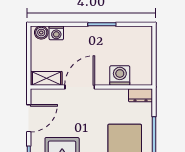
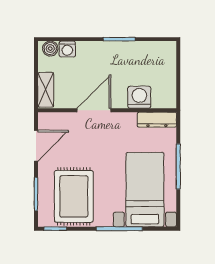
shelving: (47, 78) -> (46, 90), moved, turned 90
dresser: (140, 95) -> (157, 120), width x1.44

